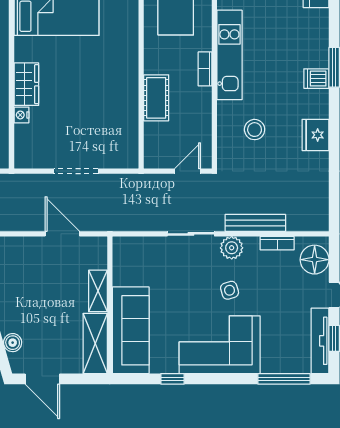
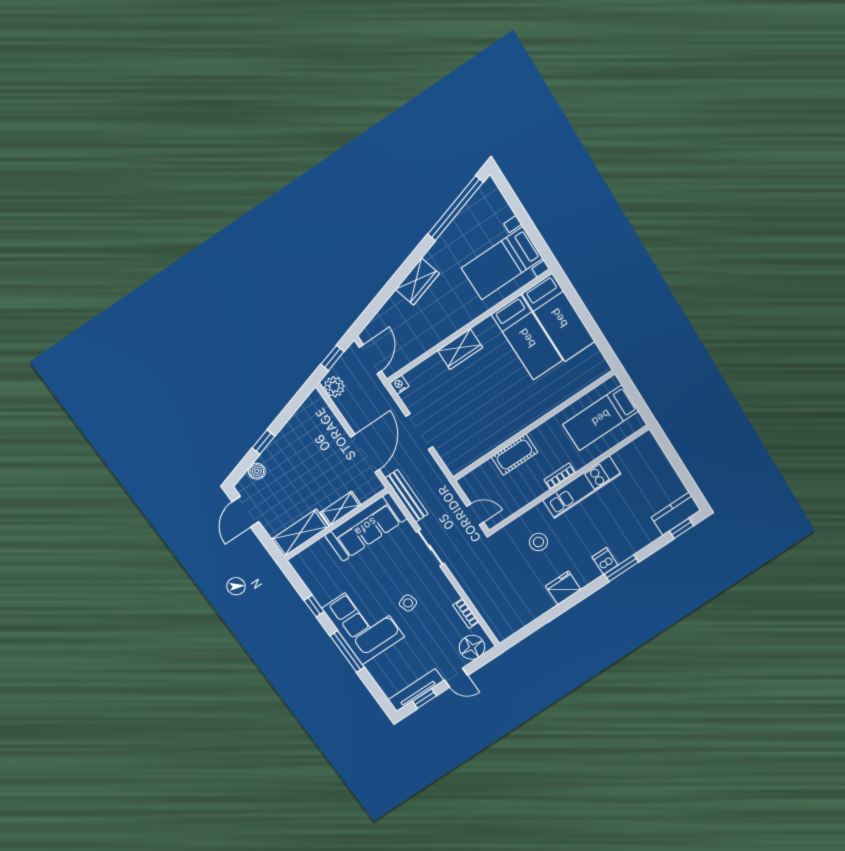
nightstand: (21, 115) -> (399, 385), moved
bench: (255, 223) -> (407, 496), moved
door: (62, 234) -> (365, 453), width x1.36
plant: (232, 248) -> (440, 584), removed
sofa: (131, 330) -> (366, 527), moved
window: (284, 379) -> (347, 651), moved

